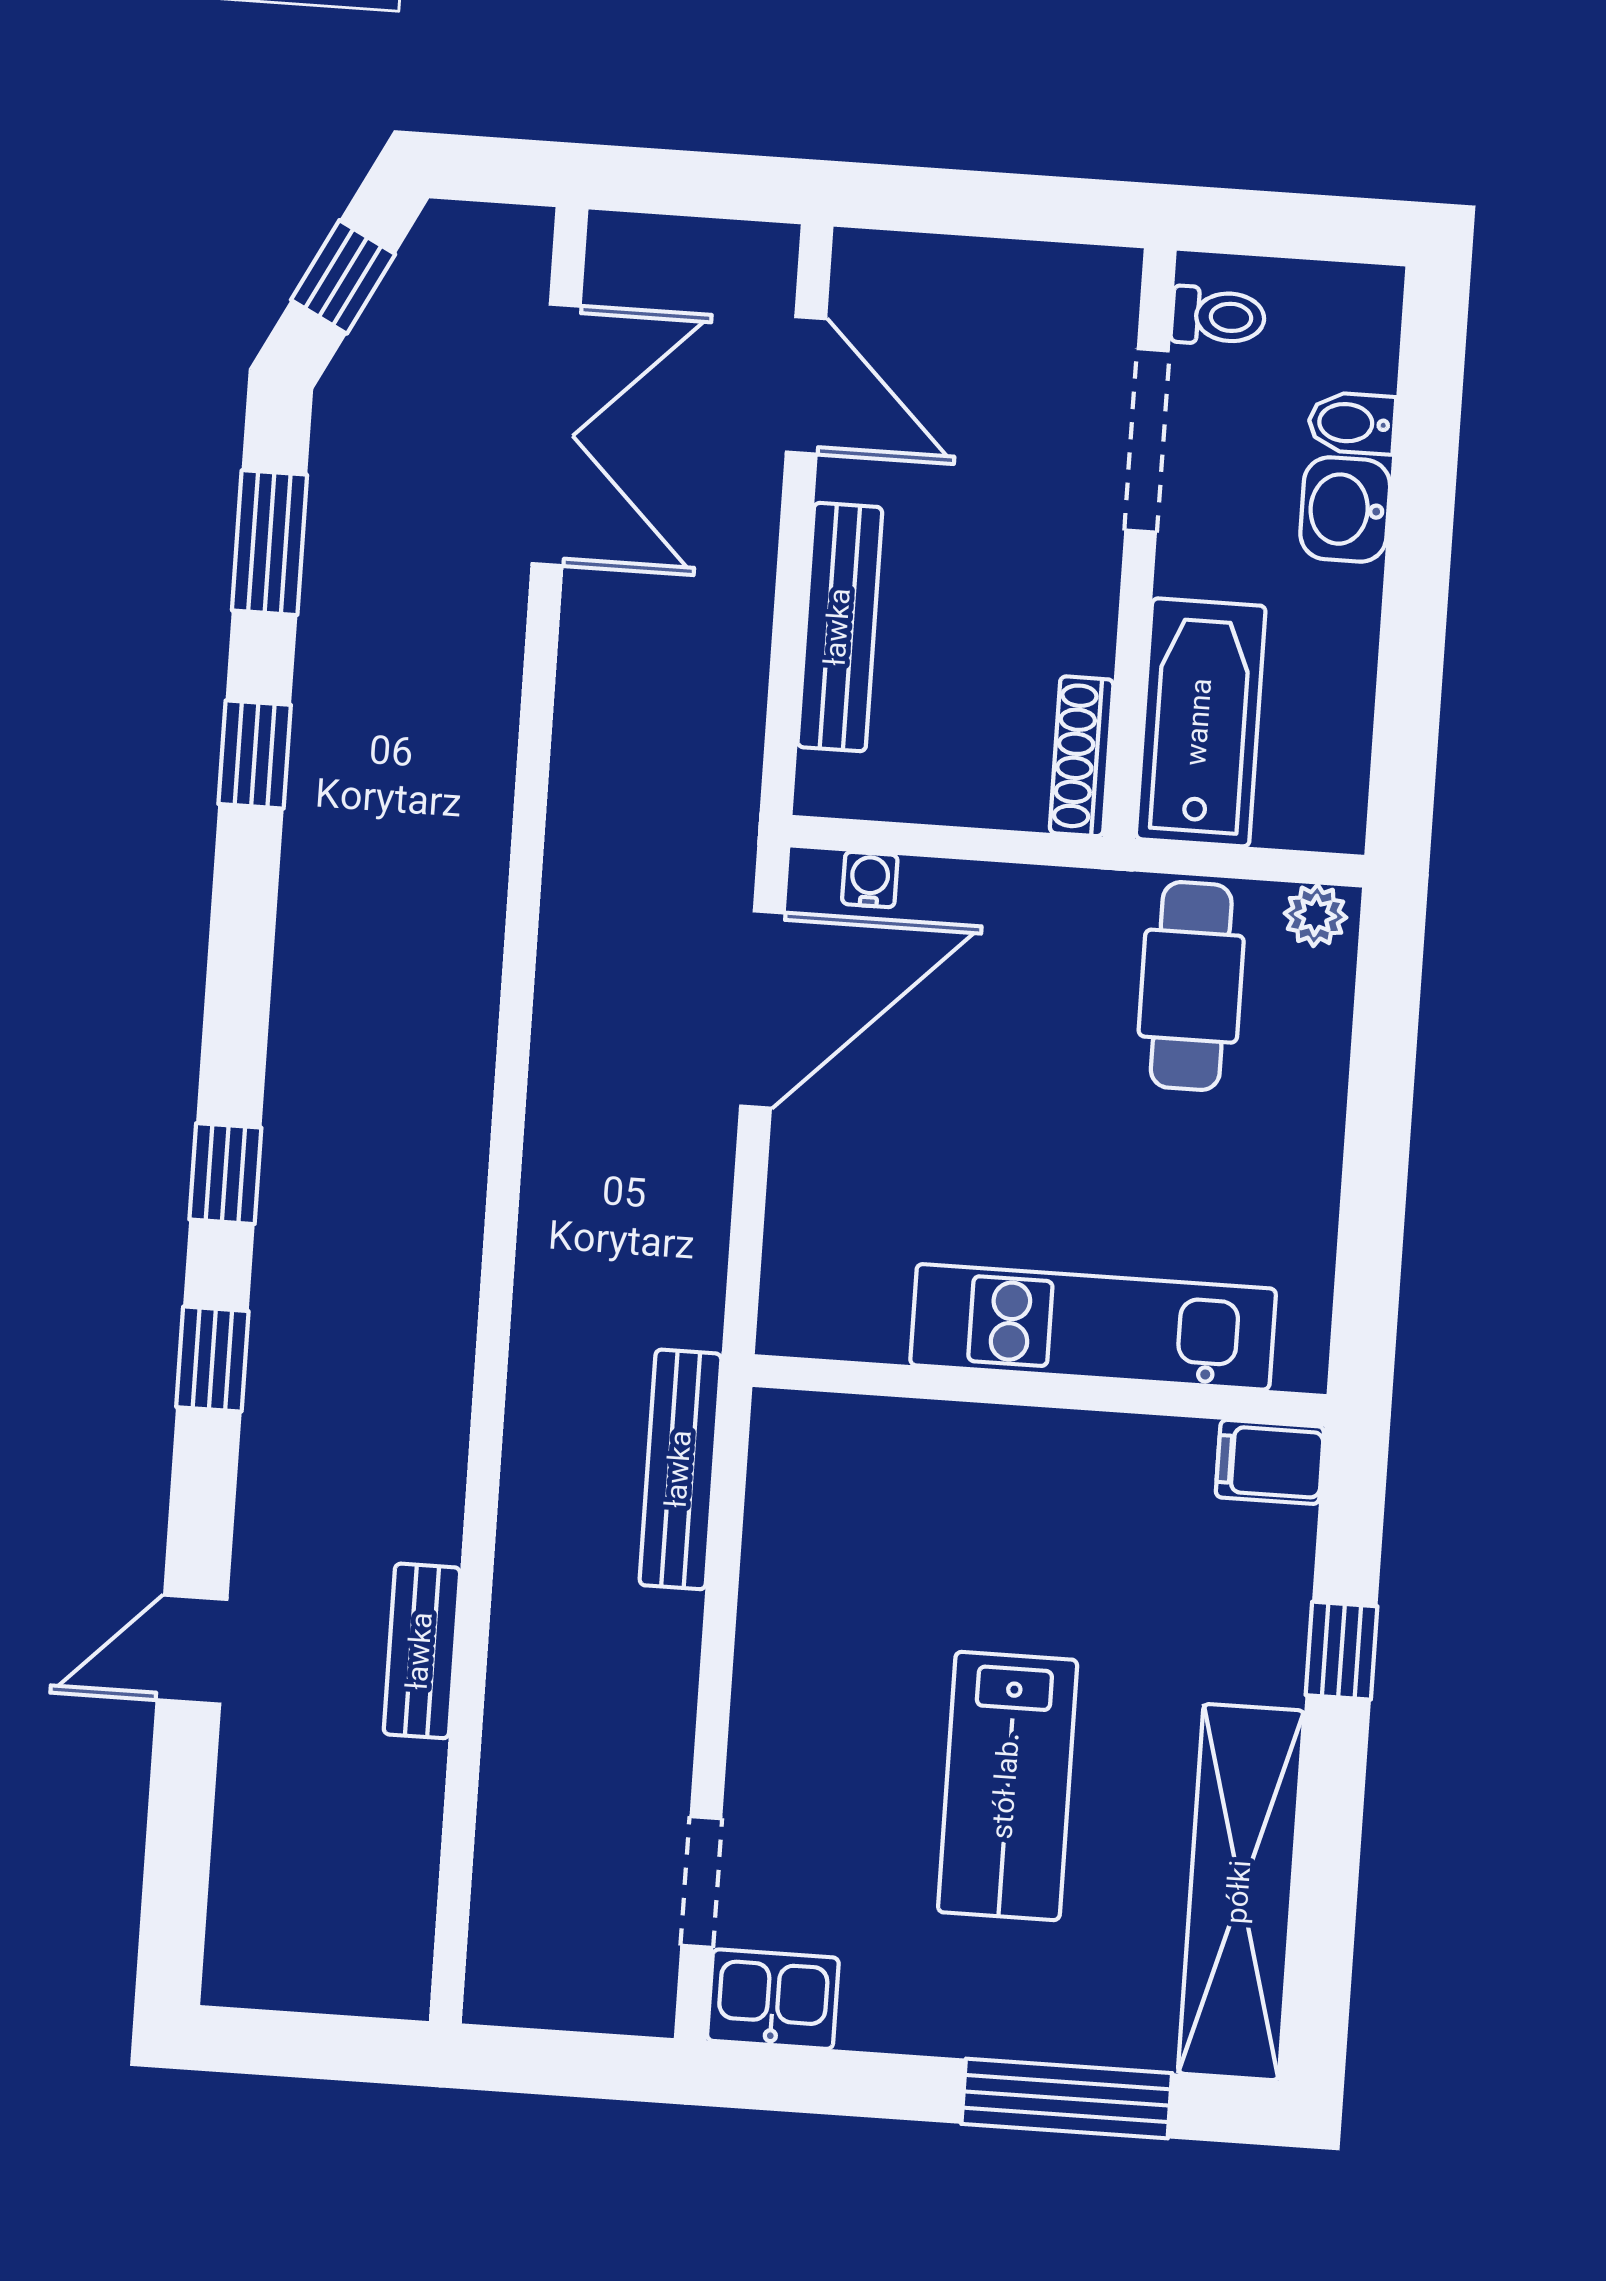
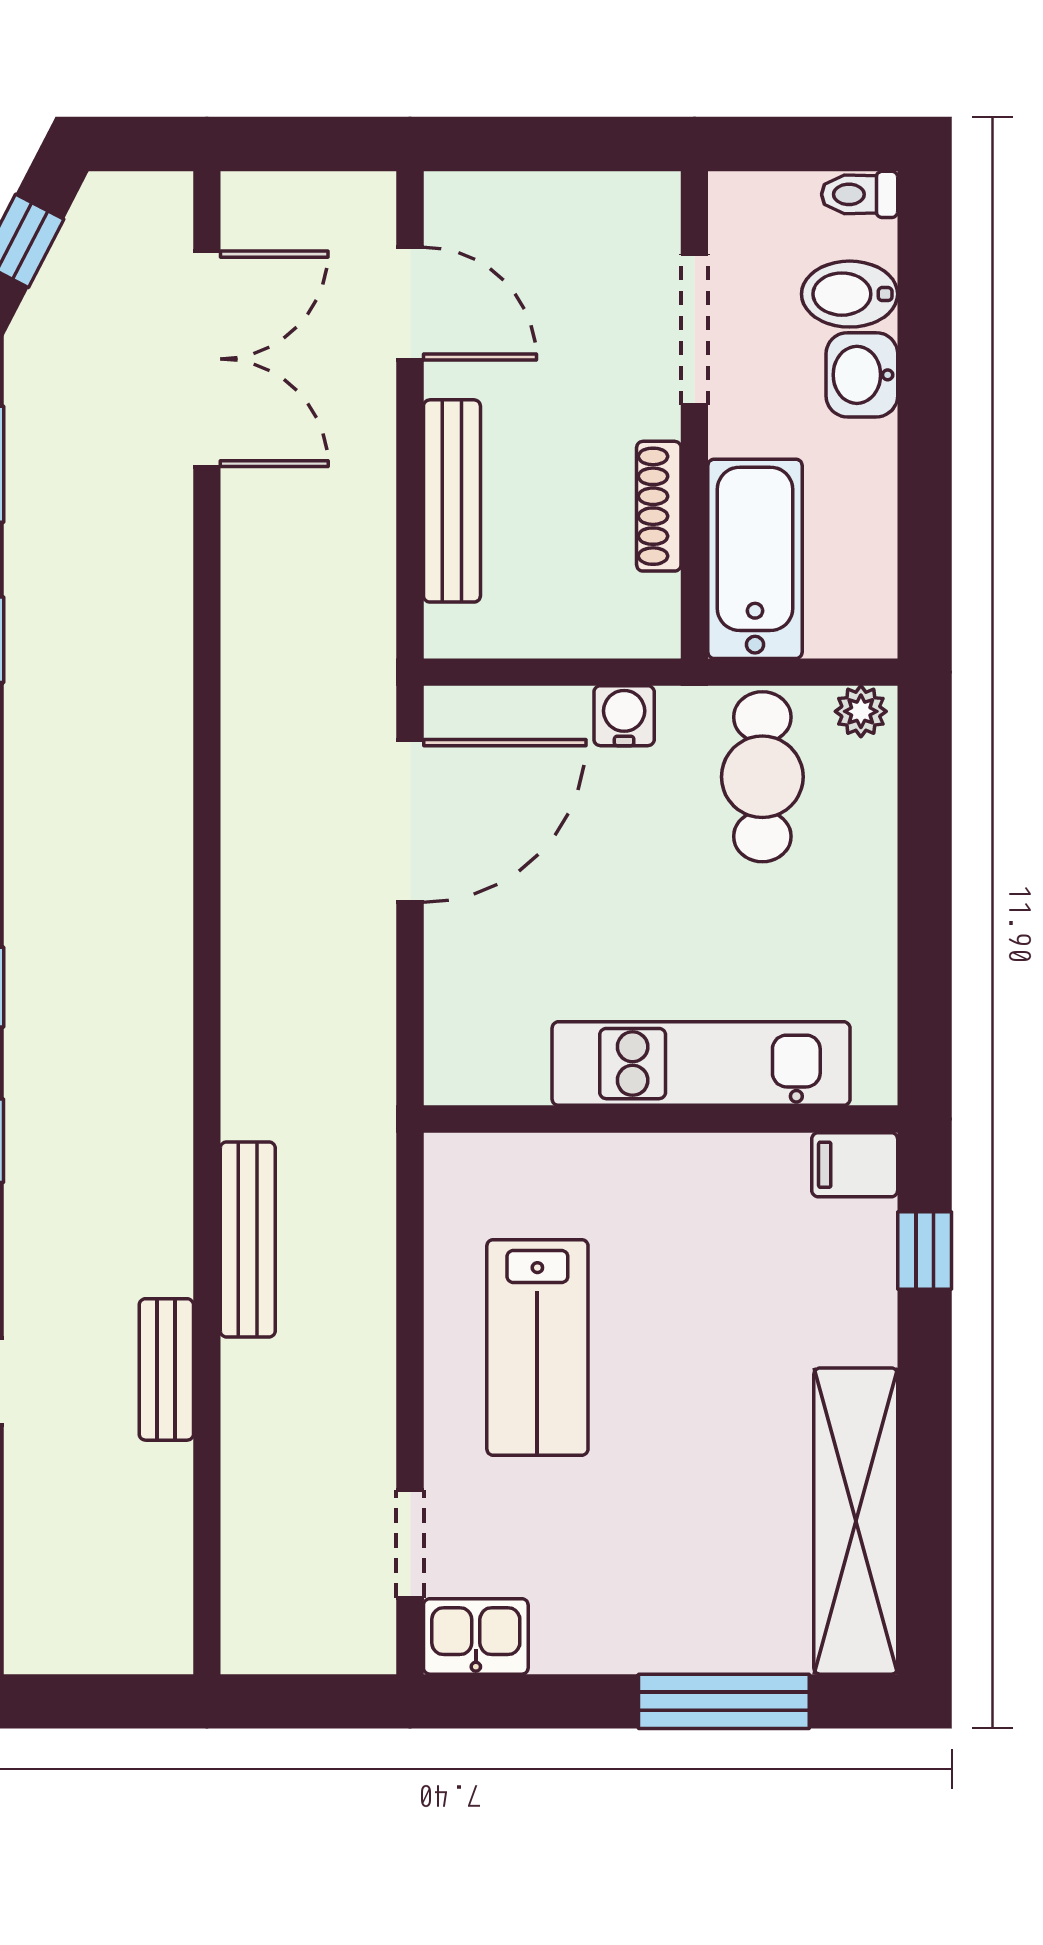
toilet: (1218, 316) -> (860, 194), moved, turned 180
bidet: (1352, 423) -> (850, 294), width x1.38, depth x1.36
shoe rack: (1082, 756) -> (659, 506), moved
water cooler: (870, 879) -> (624, 716), moved, width x1.38, depth x1.38
bench: (681, 1469) -> (248, 1239), moved
window: (1342, 1651) -> (925, 1250), moved
lab bench: (1008, 1786) -> (537, 1347), moved

